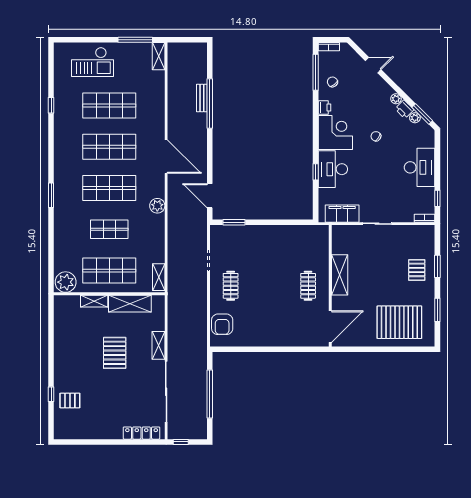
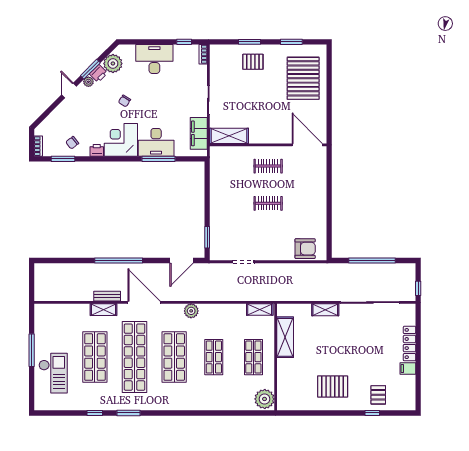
window: (135, 40) -> (32, 350), moved
shelving: (159, 56) -> (103, 310), moved
door: (373, 65) -> (69, 91), moved
window: (316, 72) -> (63, 159), width x0.69
bench: (202, 98) -> (107, 296), moved
window: (210, 103) -> (119, 260), moved
window: (422, 114) -> (90, 69), moved
plant: (415, 118) -> (113, 63), width x1.87, depth x1.87
shop shelf: (109, 147) -> (135, 357), width x1.40
door: (166, 157) -> (144, 302), hinge flipped
window: (316, 172) -> (159, 159), width x2.17
window: (51, 195) -> (129, 413), moved
shop shelf: (109, 271) -> (253, 357), width x0.70, depth x0.74
shelving: (340, 275) -> (229, 136), moved
clothes rail: (231, 286) -> (268, 203), moved
shelving: (94, 301) -> (283, 372), removed
pallet: (115, 353) -> (333, 386), moved
filing cabinet: (97, 431) -> (408, 369), added
locker: (142, 433) -> (409, 344), moved

